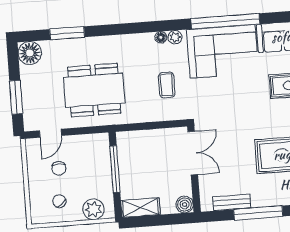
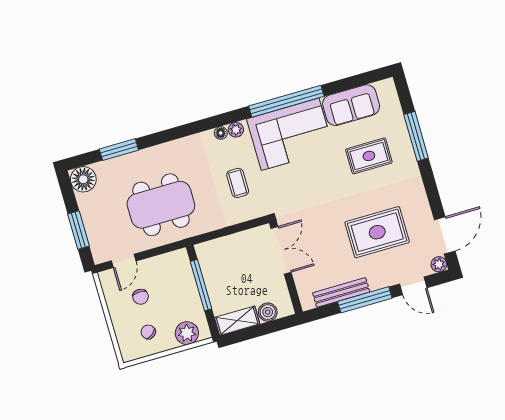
bench: (232, 202) -> (341, 292), width x1.36
boiler: (185, 204) -> (268, 312), moved

